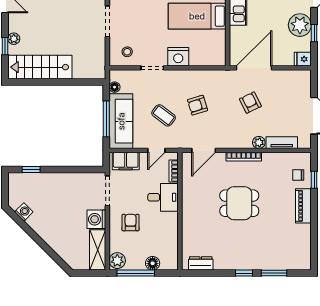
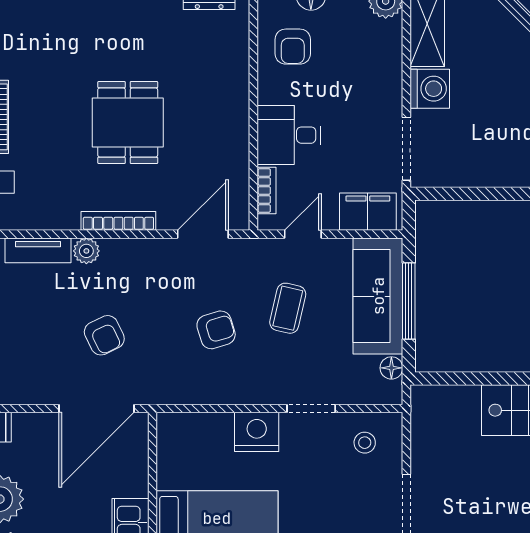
coffee table: (164, 115) -> (288, 308), turned 66
dining table: (239, 203) -> (128, 122), turned 90
armchair: (131, 223) -> (293, 47), moved

